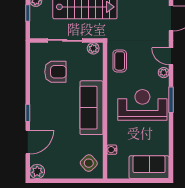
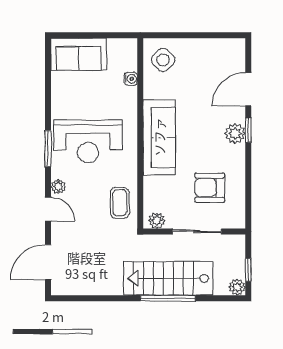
plant: (37, 171) -> (235, 133), moved

